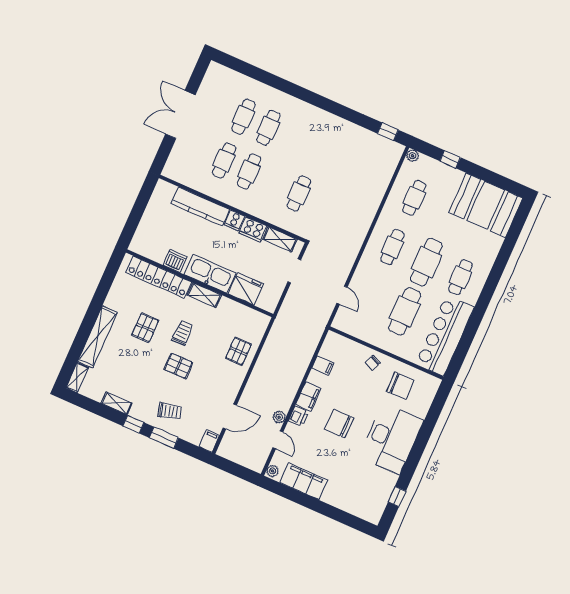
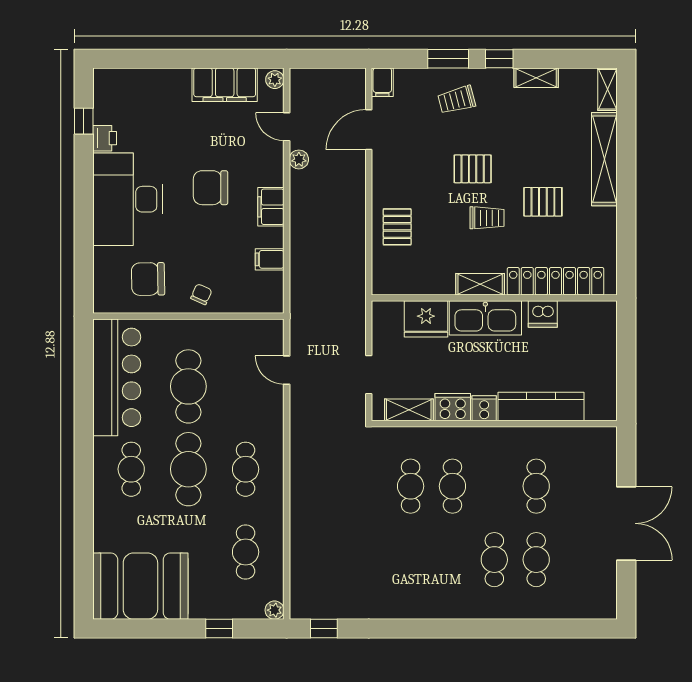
cafe table: (249, 171) -> (452, 486), moved
pallet: (145, 328) -> (543, 202), turned 90
trolley: (183, 333) -> (487, 218), turned -90
printer: (299, 416) -> (105, 138), moved, turned 180
chair: (339, 424) -> (211, 188), turned 180

